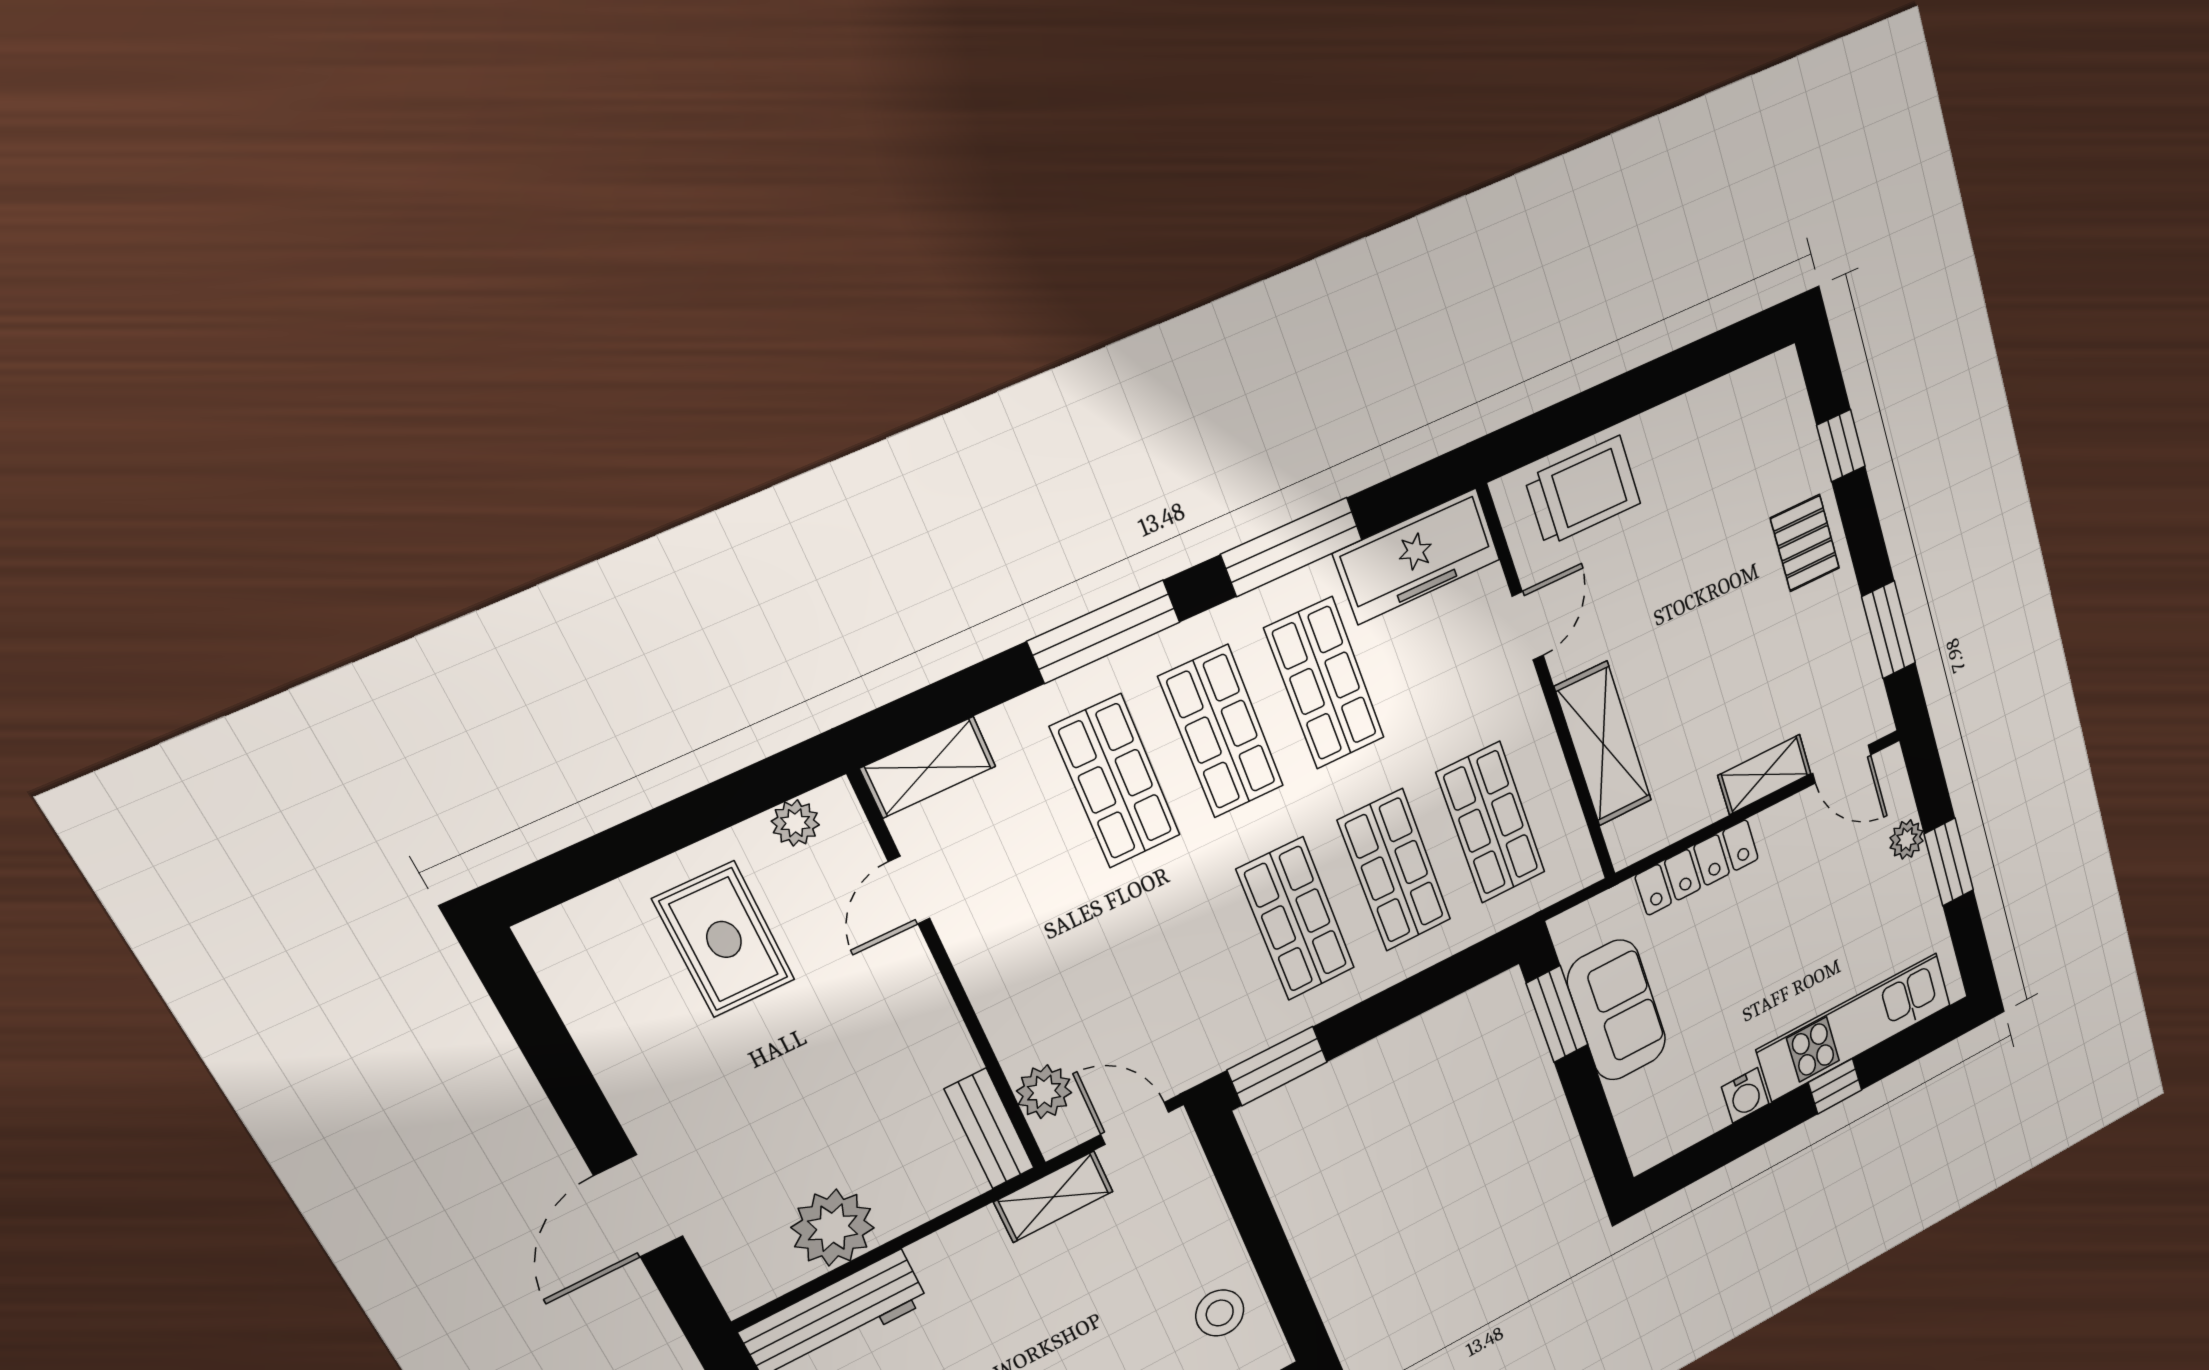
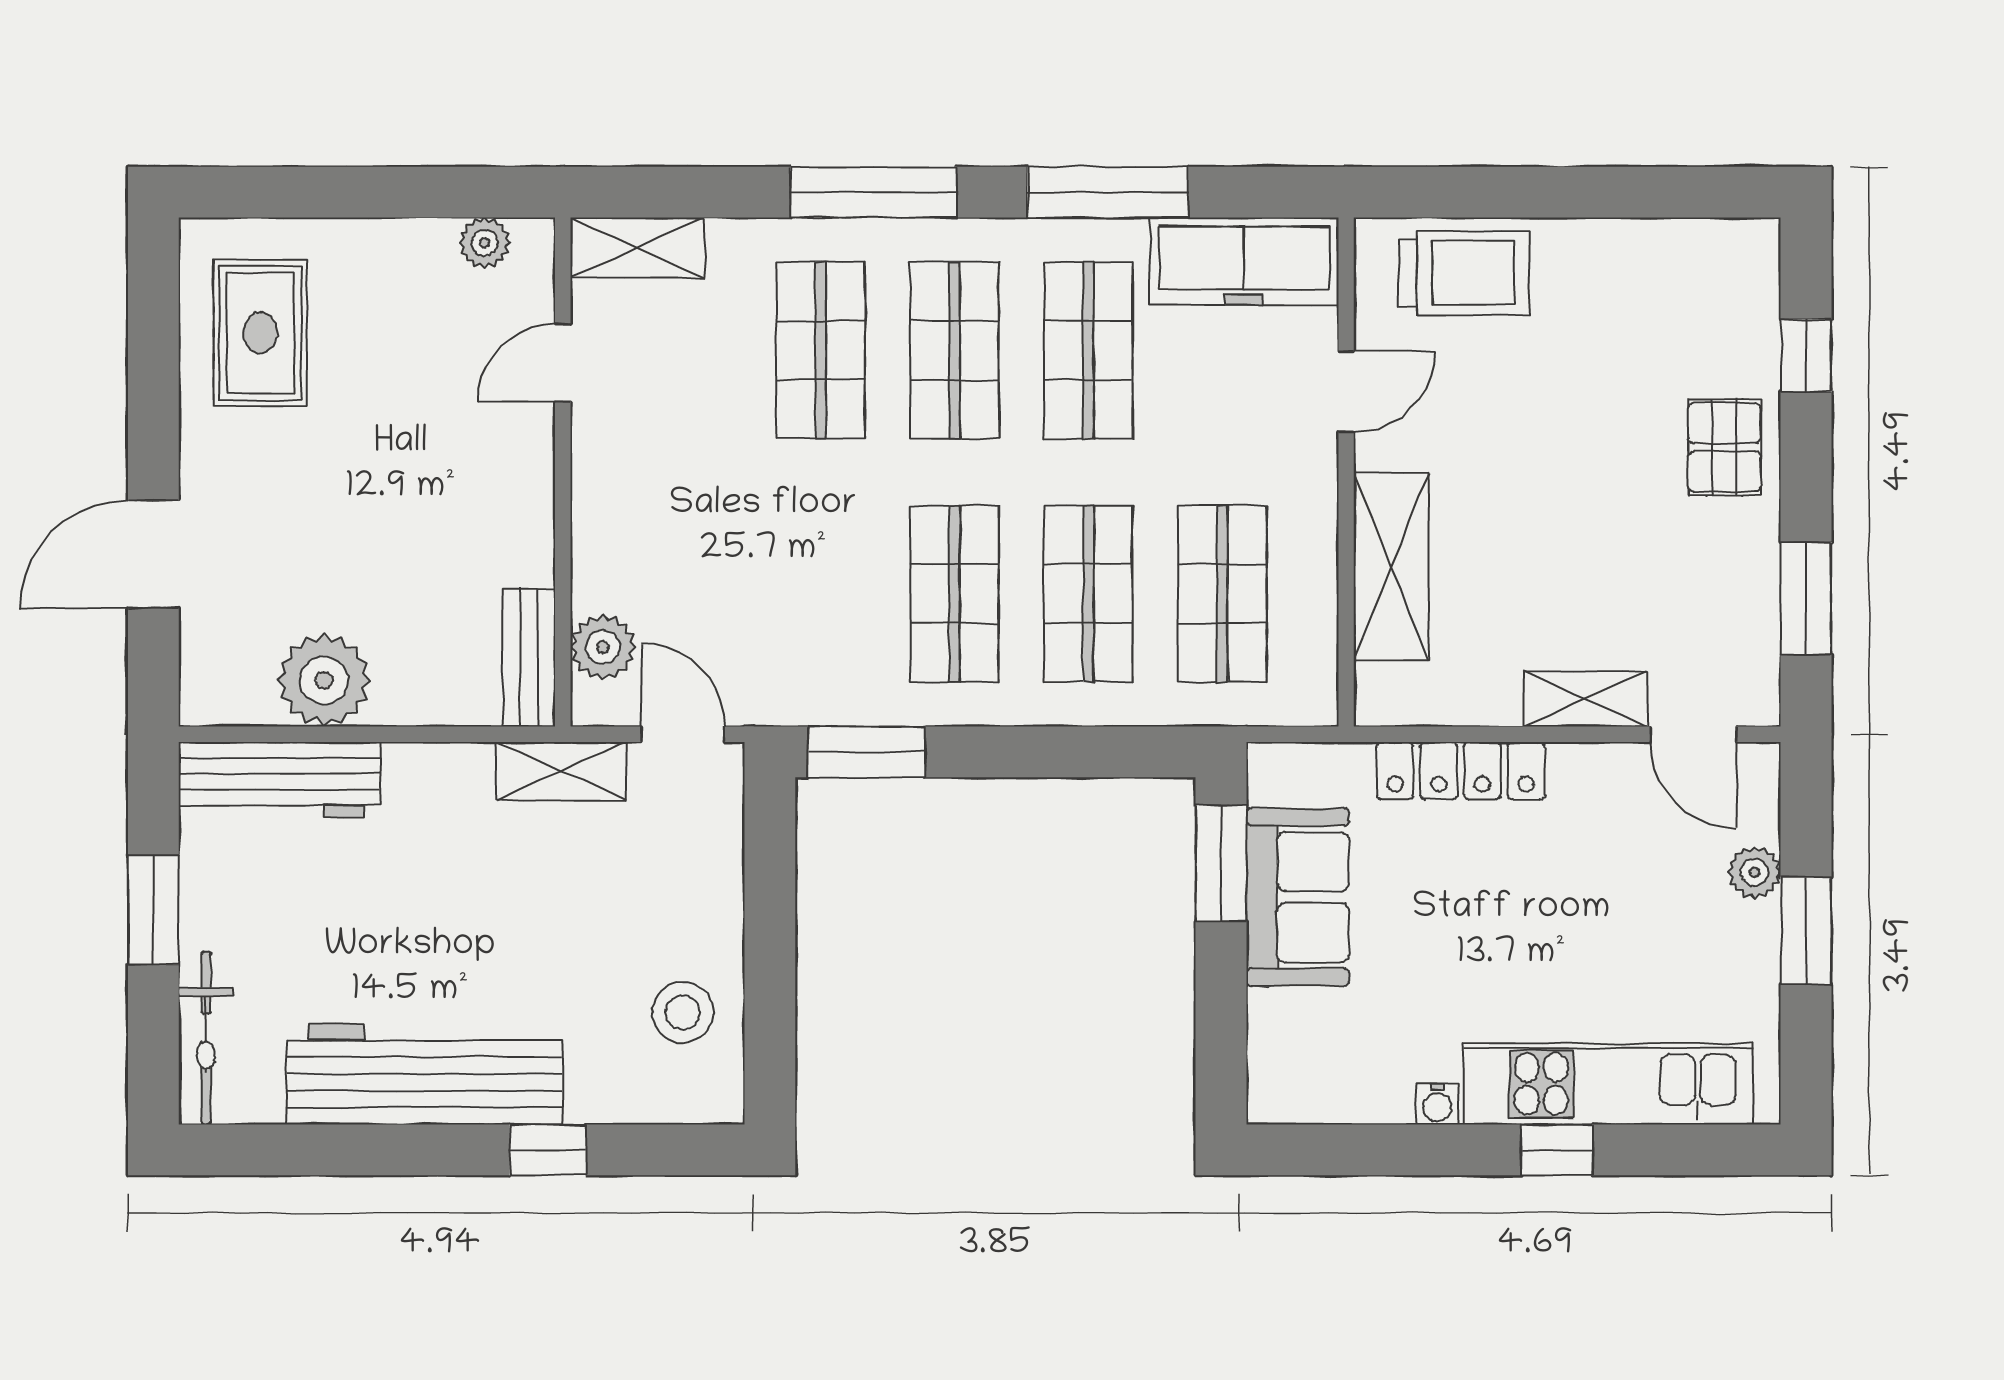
rug: (724, 939) -> (260, 333), moved
water cooler: (1745, 1095) -> (1438, 1104), width x0.72, depth x0.72

